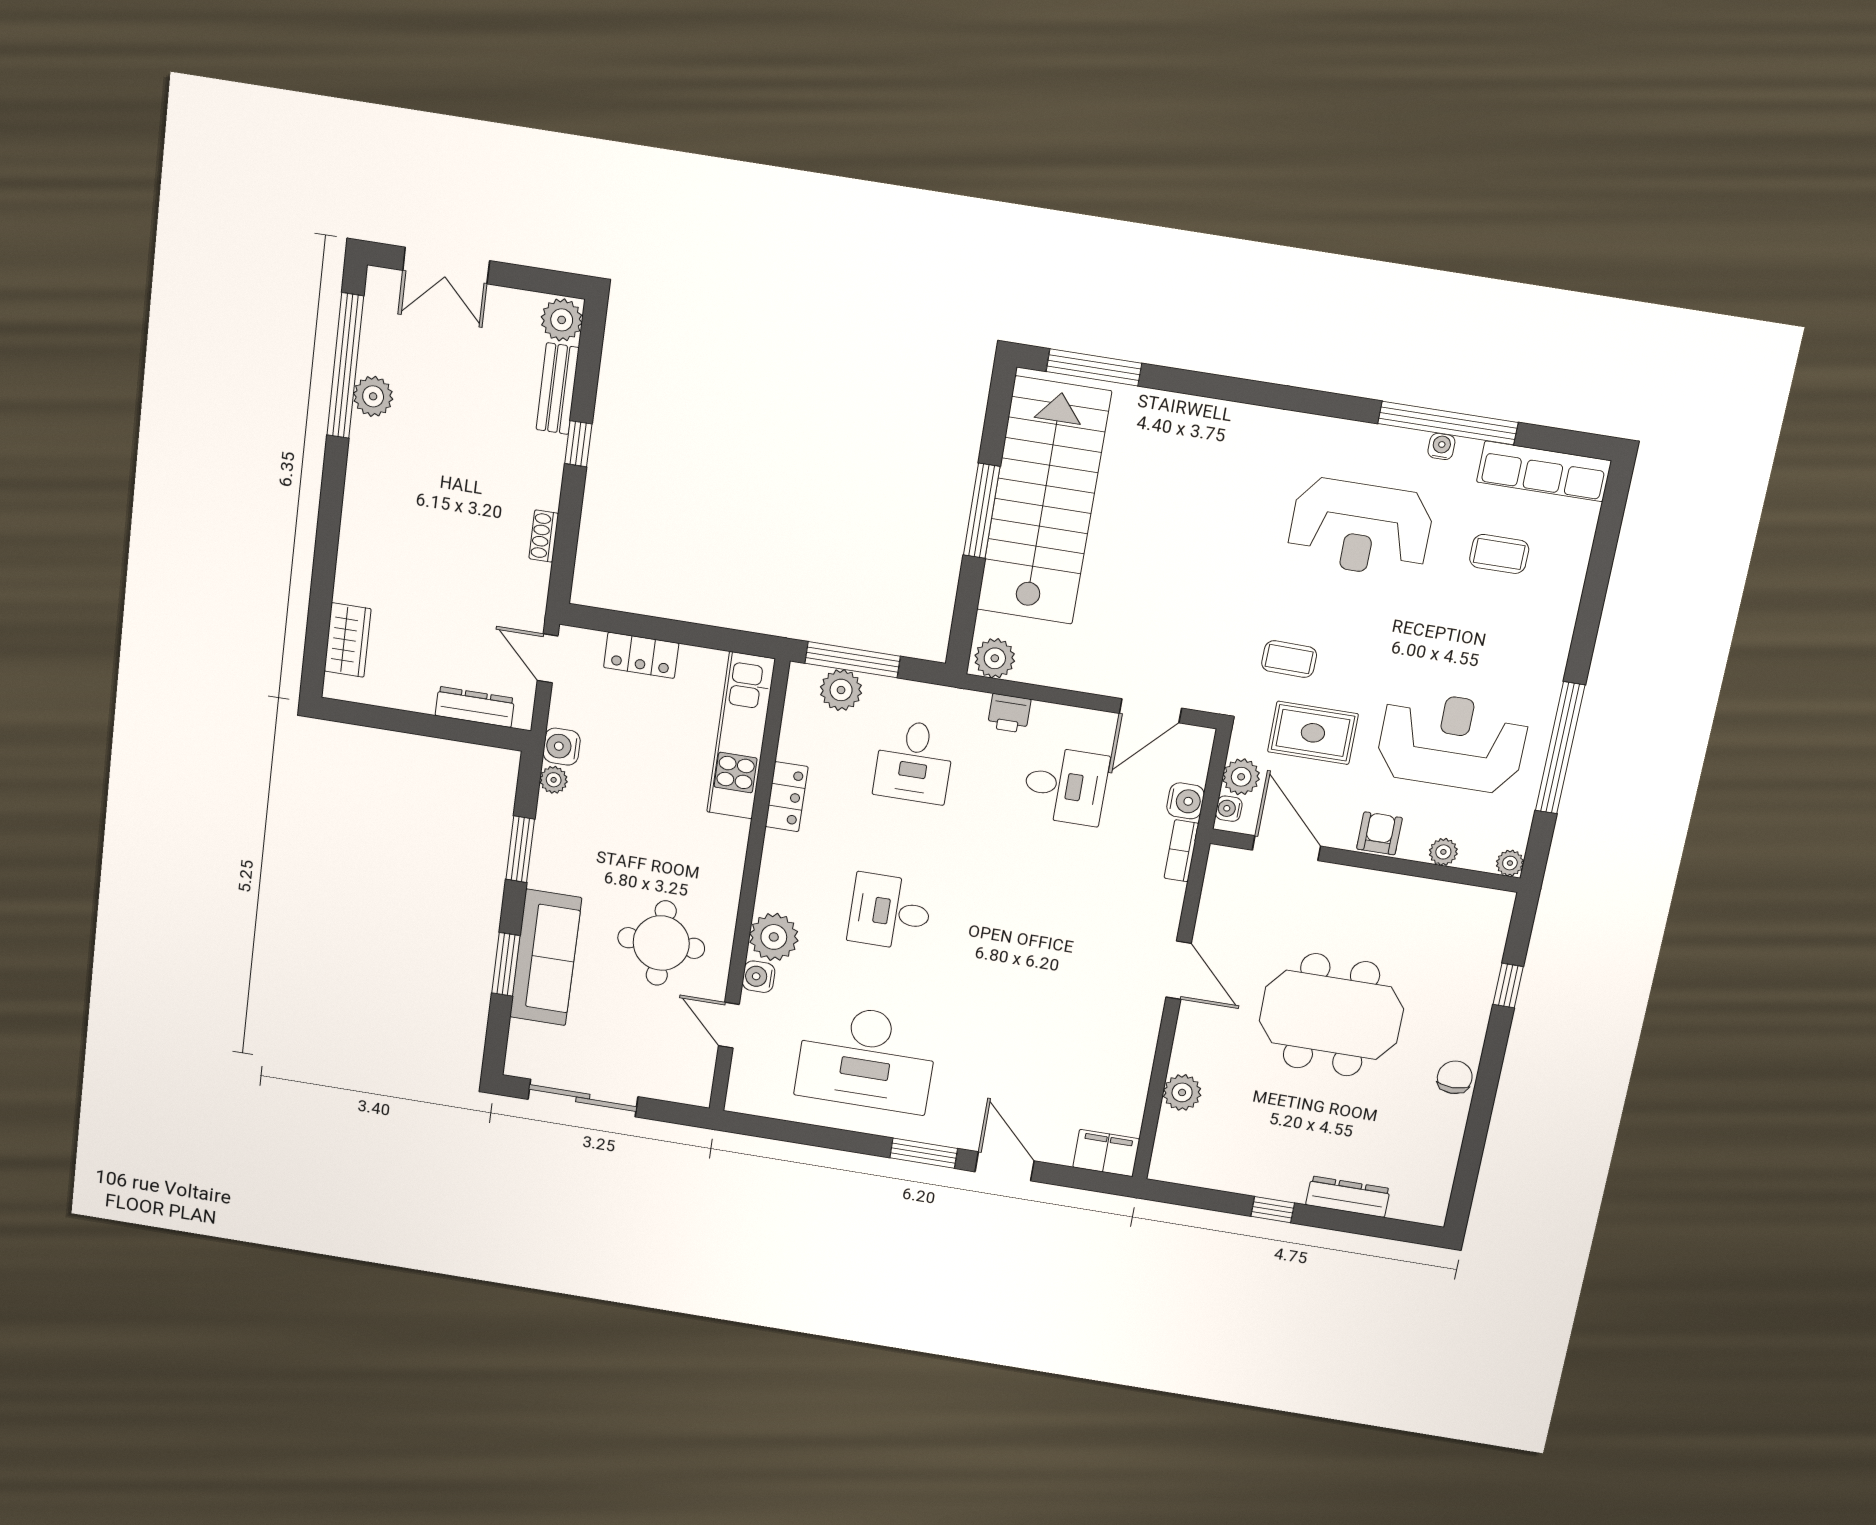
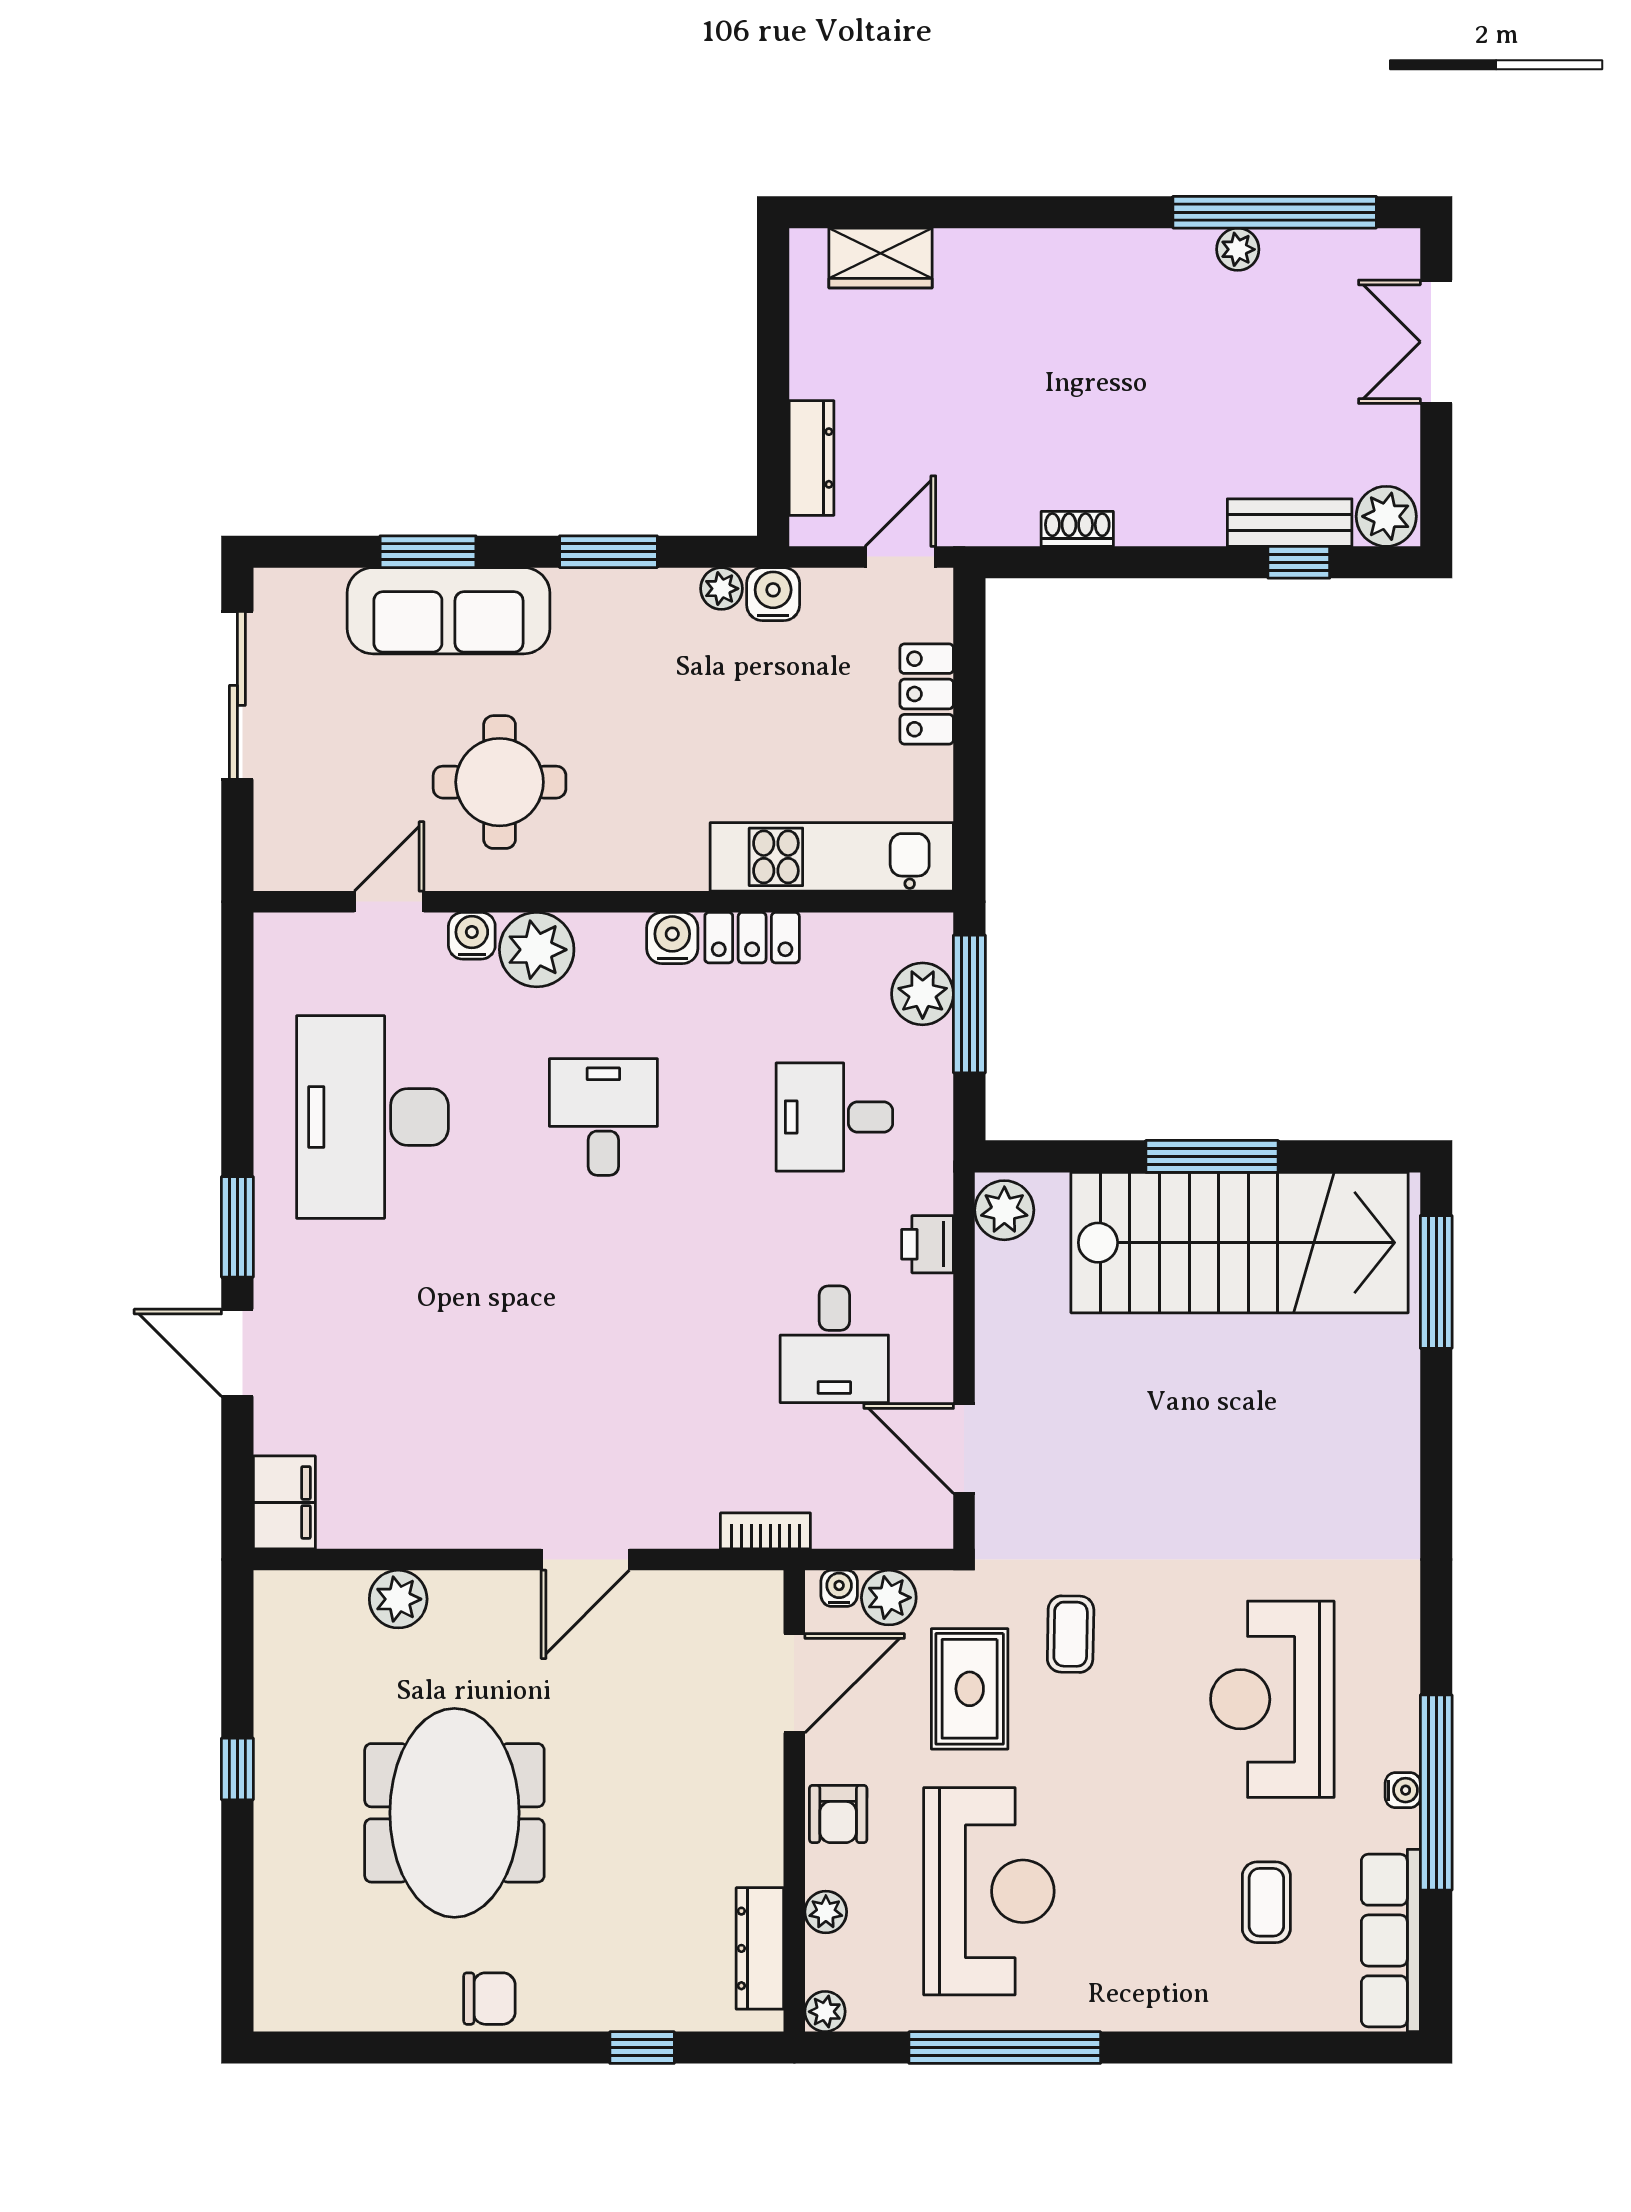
plant: (373, 396) -> (1238, 249), width x0.73, depth x0.73
window: (578, 444) -> (1299, 562), moved
water cooler: (1185, 801) -> (672, 938), moved, turned 180
armchair: (1379, 833) -> (838, 1814), turned 90
meeting table: (1331, 1015) -> (454, 1813), moved
door: (1005, 1166) -> (237, 1353), swing flipped
dresser: (1348, 1197) -> (760, 1948), moved, turned 180

